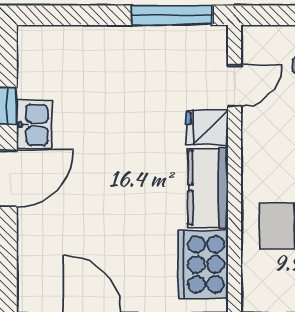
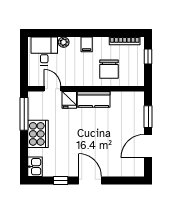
kitchen sink: (34, 125) -> (35, 167), moved, turned 90
cooker: (203, 264) -> (38, 134), moved, turned -90

